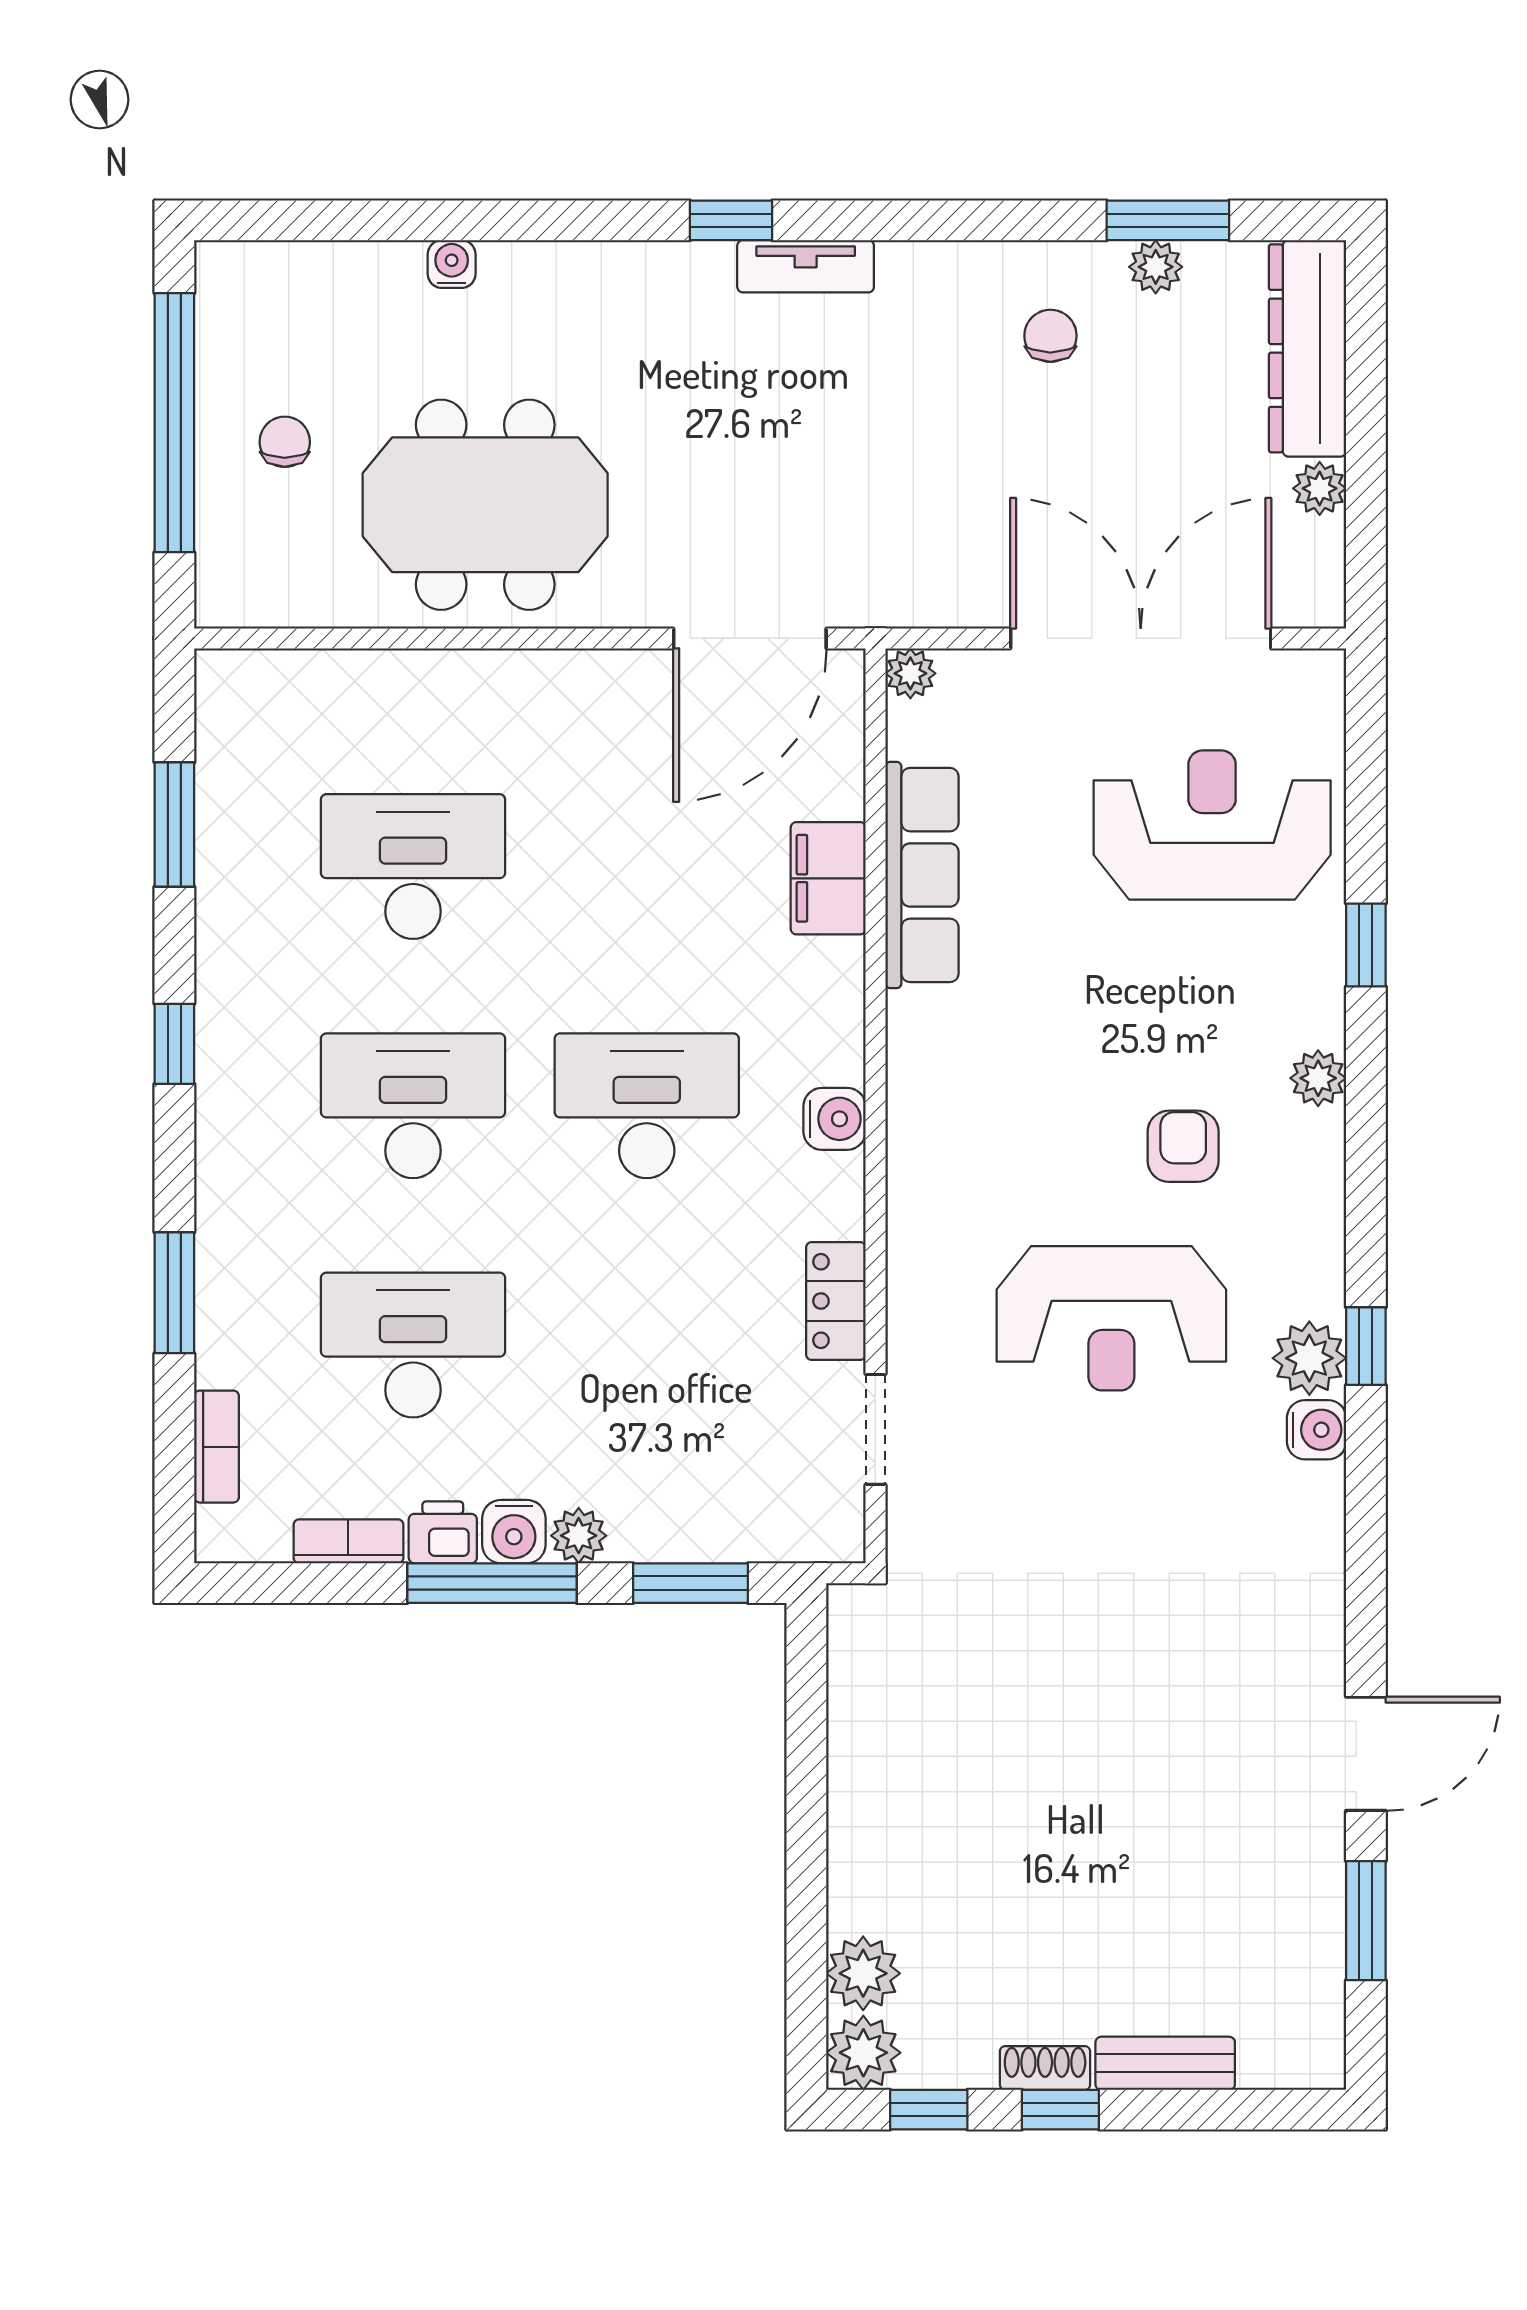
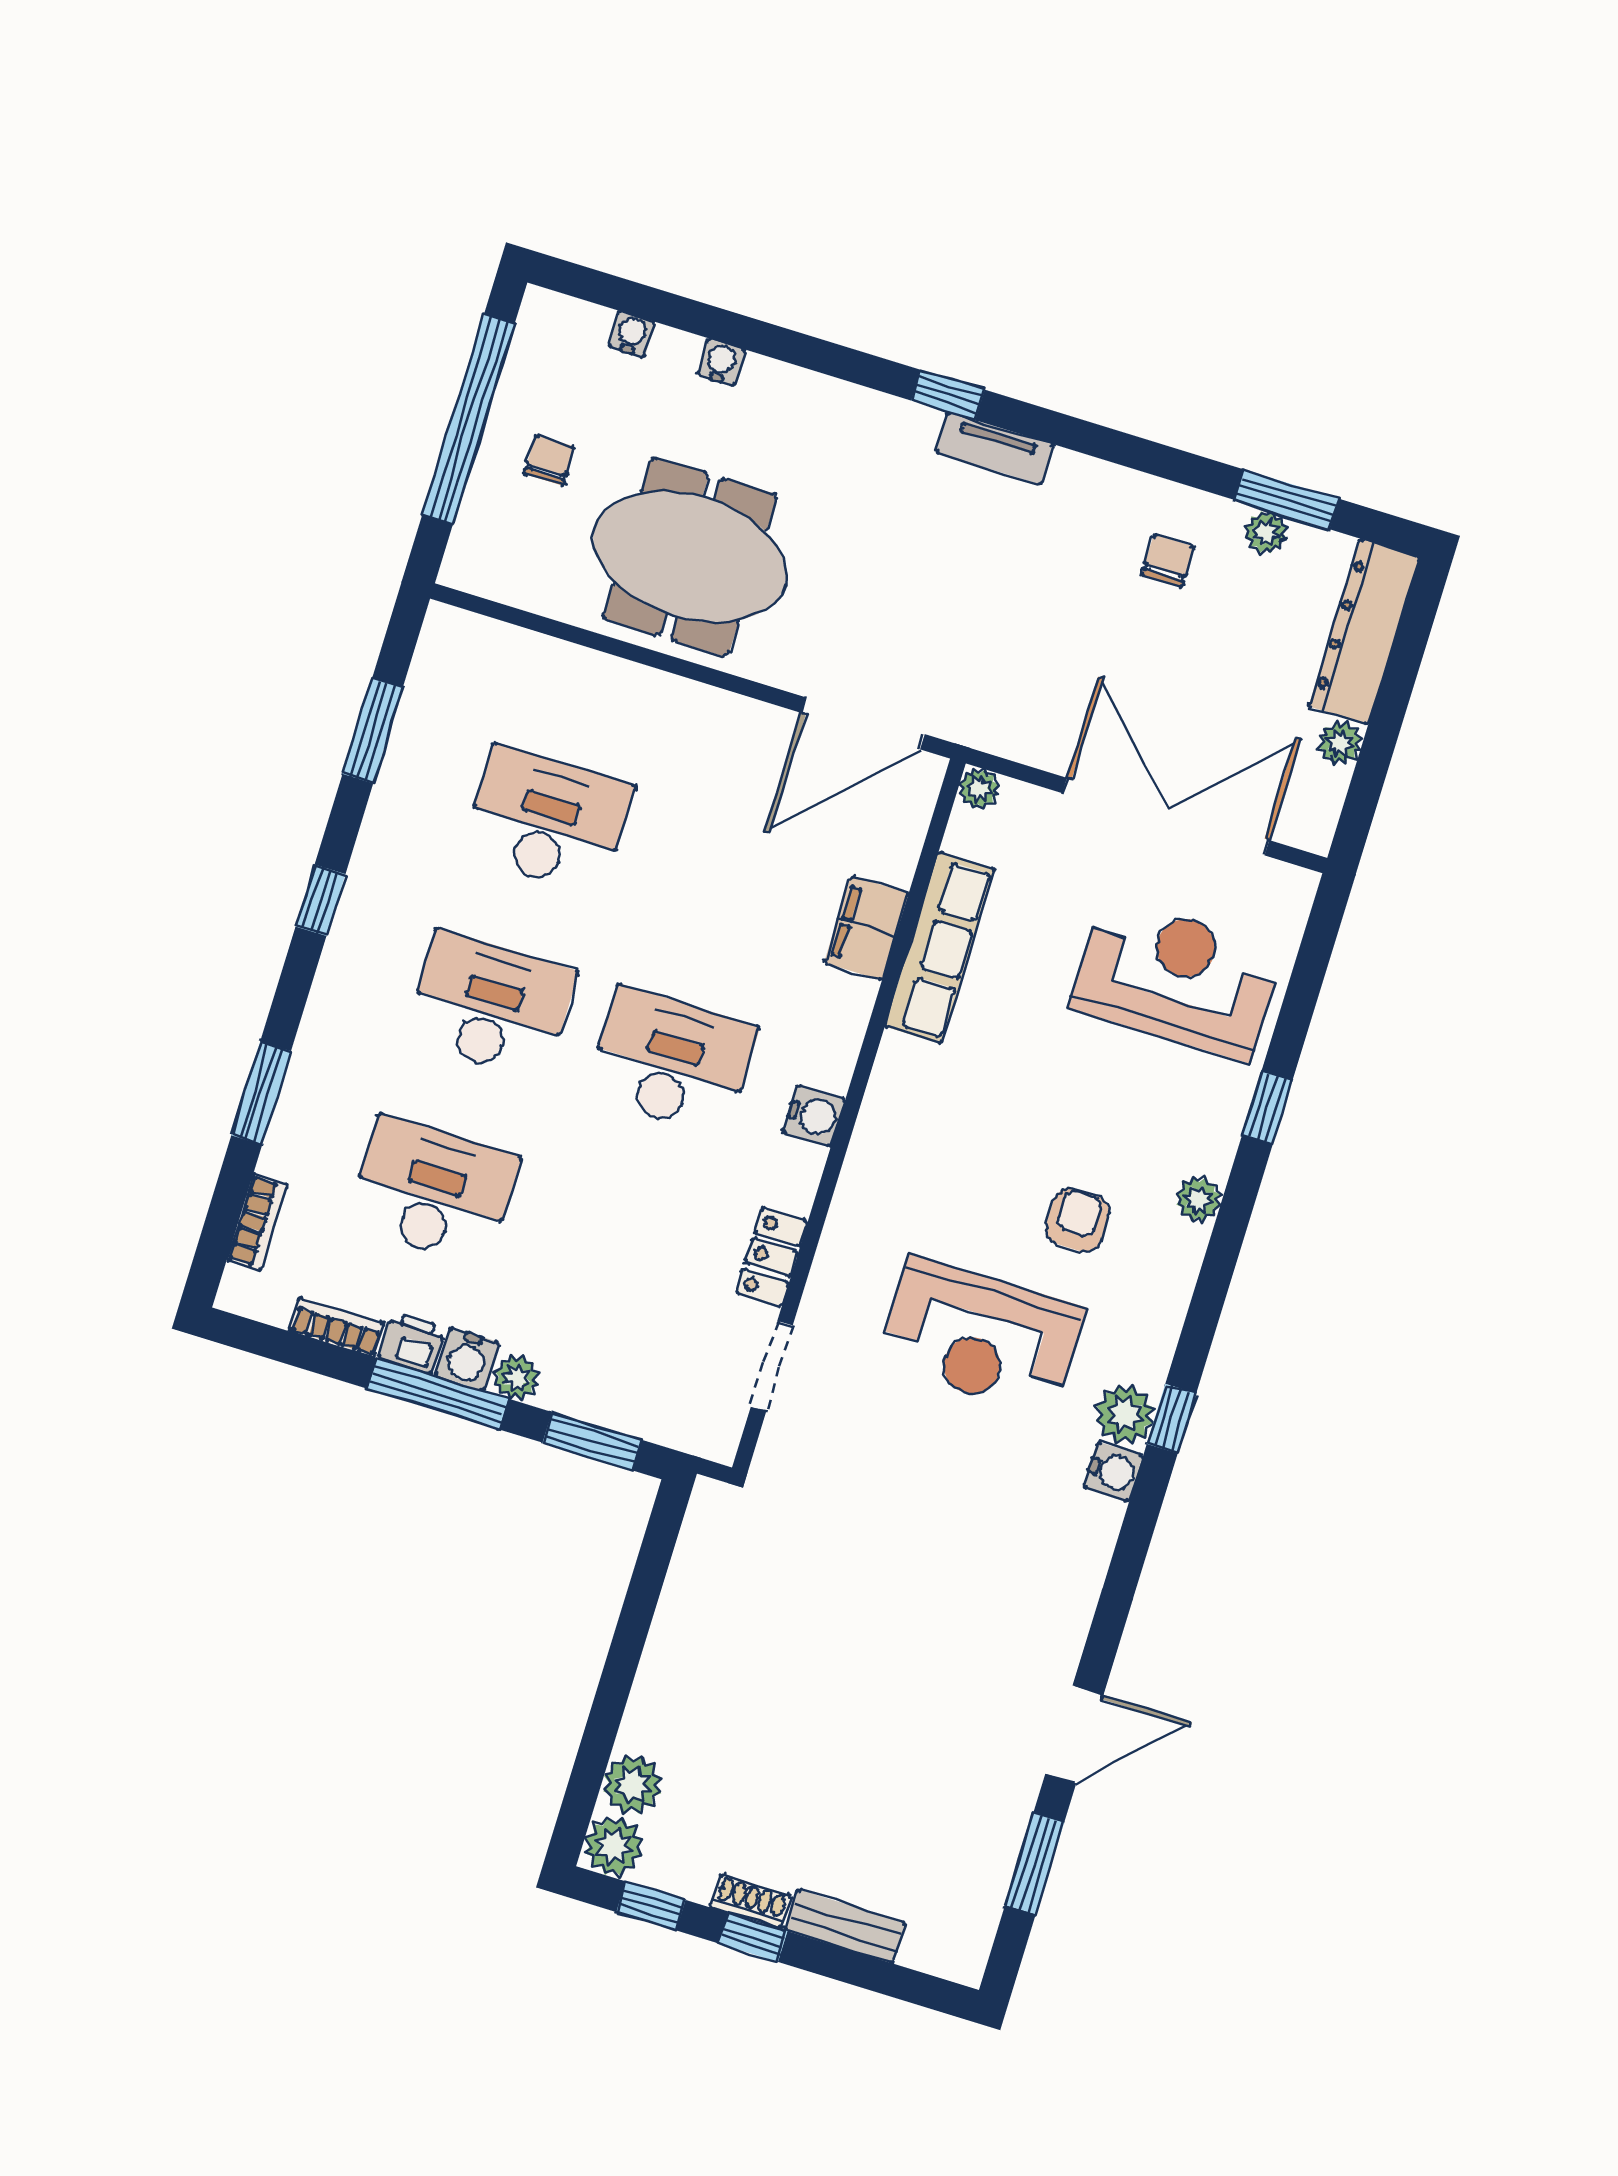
water cooler: (336, 264) -> (632, 334), added

